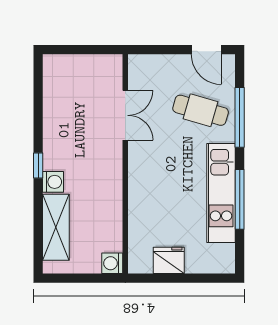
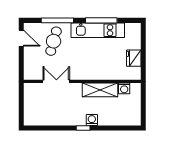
door: (206, 50) -> (21, 38), hinge flipped
shelving: (56, 227) -> (100, 90), moved
washing machine: (112, 263) -> (124, 88), moved

